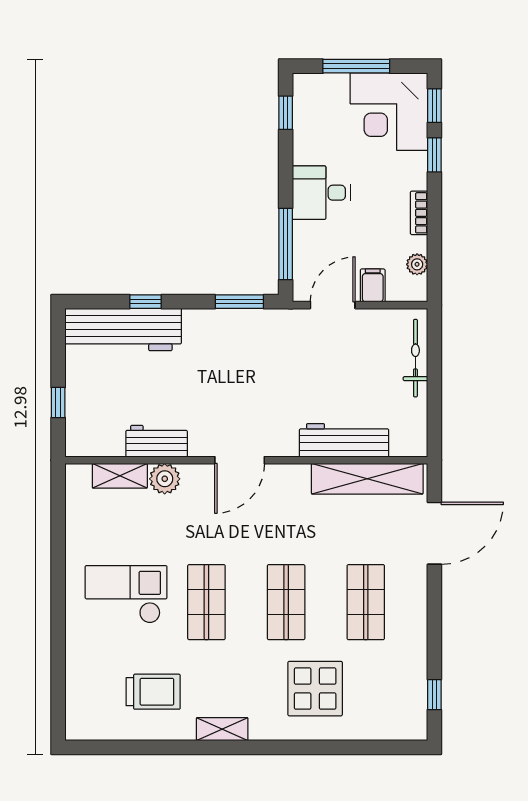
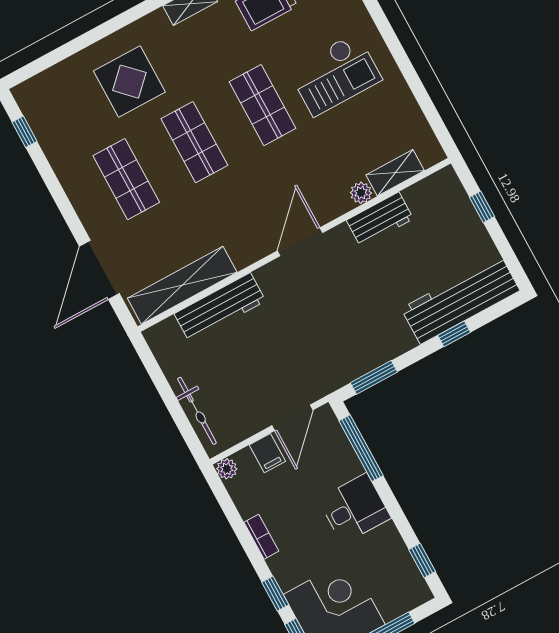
plant: (417, 264) -> (227, 469), moved
plant: (165, 479) -> (361, 193), width x0.73, depth x0.73

